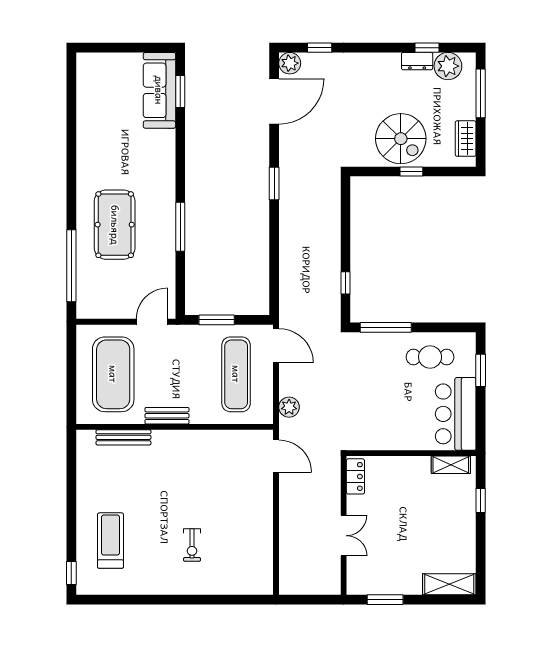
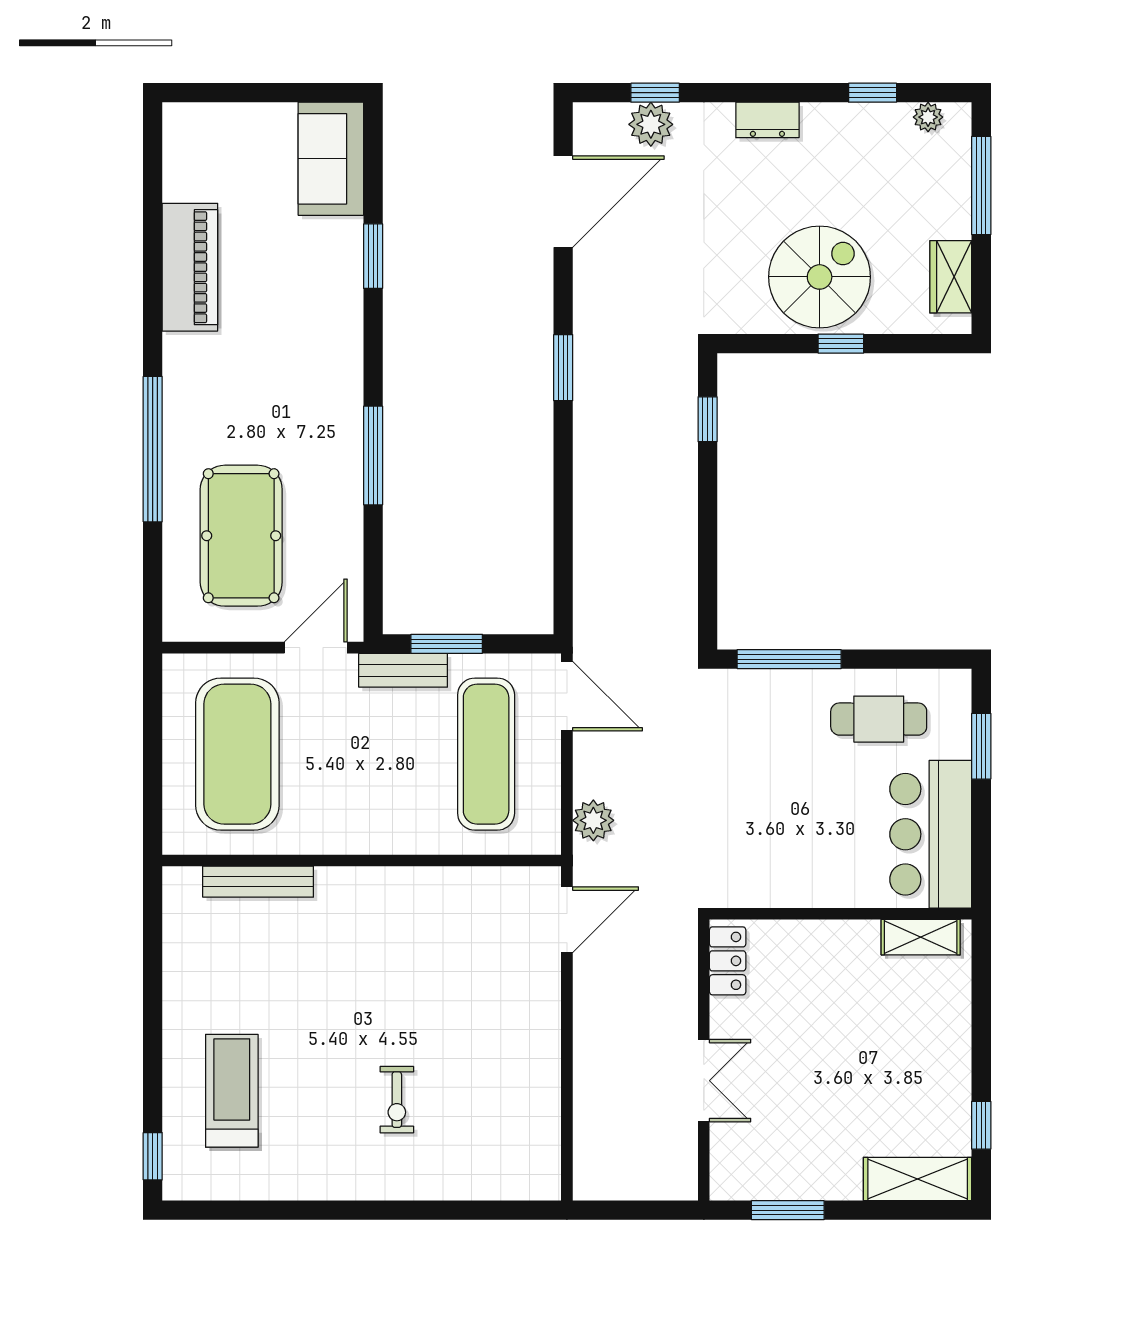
dresser: (417, 61) -> (767, 120), moved
plant: (290, 63) -> (651, 124), moved
plant: (448, 66) -> (928, 117), width x0.53, depth x0.53
sofa: (159, 90) -> (331, 159), width x0.73
window: (180, 92) -> (373, 256), moved
piano: (90, 134) -> (190, 267), added
spiral stairs: (401, 139) -> (820, 277), turned -90
pool table: (115, 225) -> (241, 536), moved
window: (71, 266) -> (153, 449), moved
window: (346, 283) -> (708, 419), moved
bench: (167, 416) -> (403, 670), moved
door: (276, 456) -> (567, 920), hinge flipped
window: (481, 501) -> (981, 1125), moved

